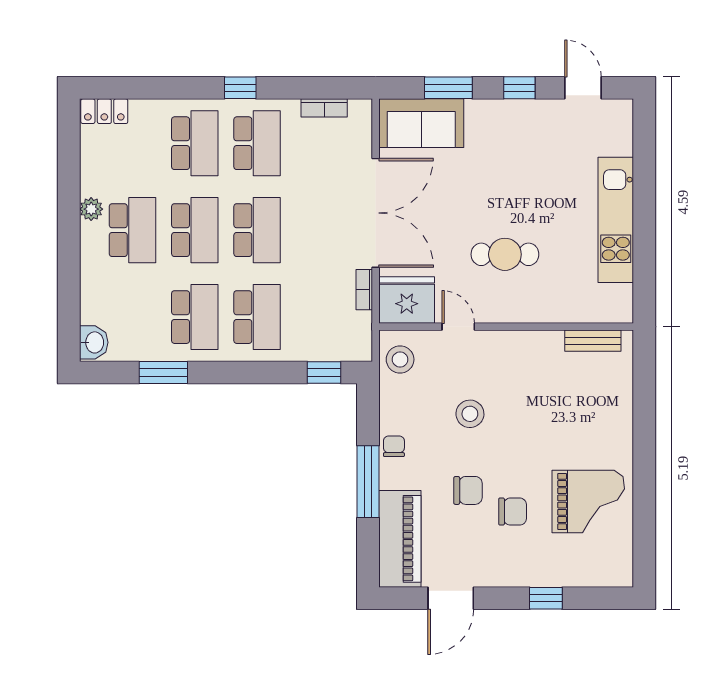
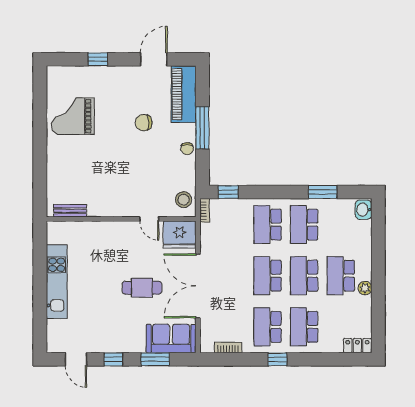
cafe table: (505, 254) -> (142, 288), moved
bookcase: (364, 290) -> (205, 210), moved
stool: (470, 414) -> (142, 168), removed
chair: (513, 512) -> (117, 110), removed

